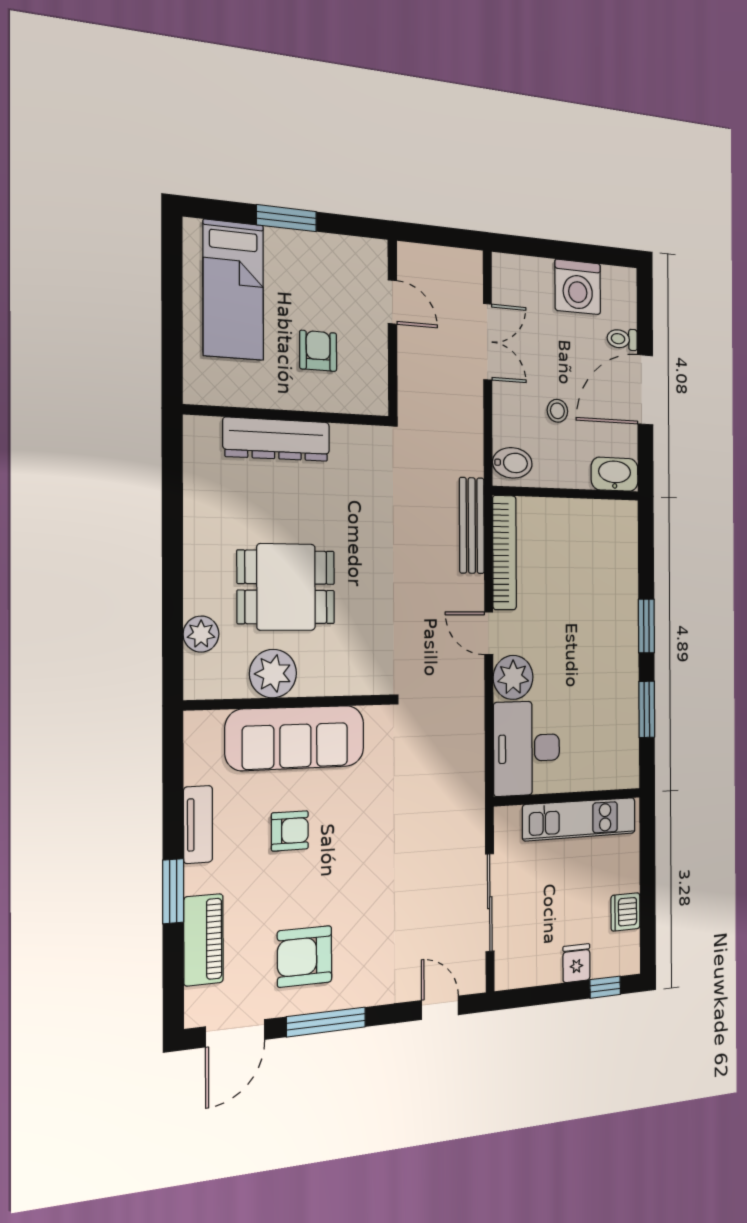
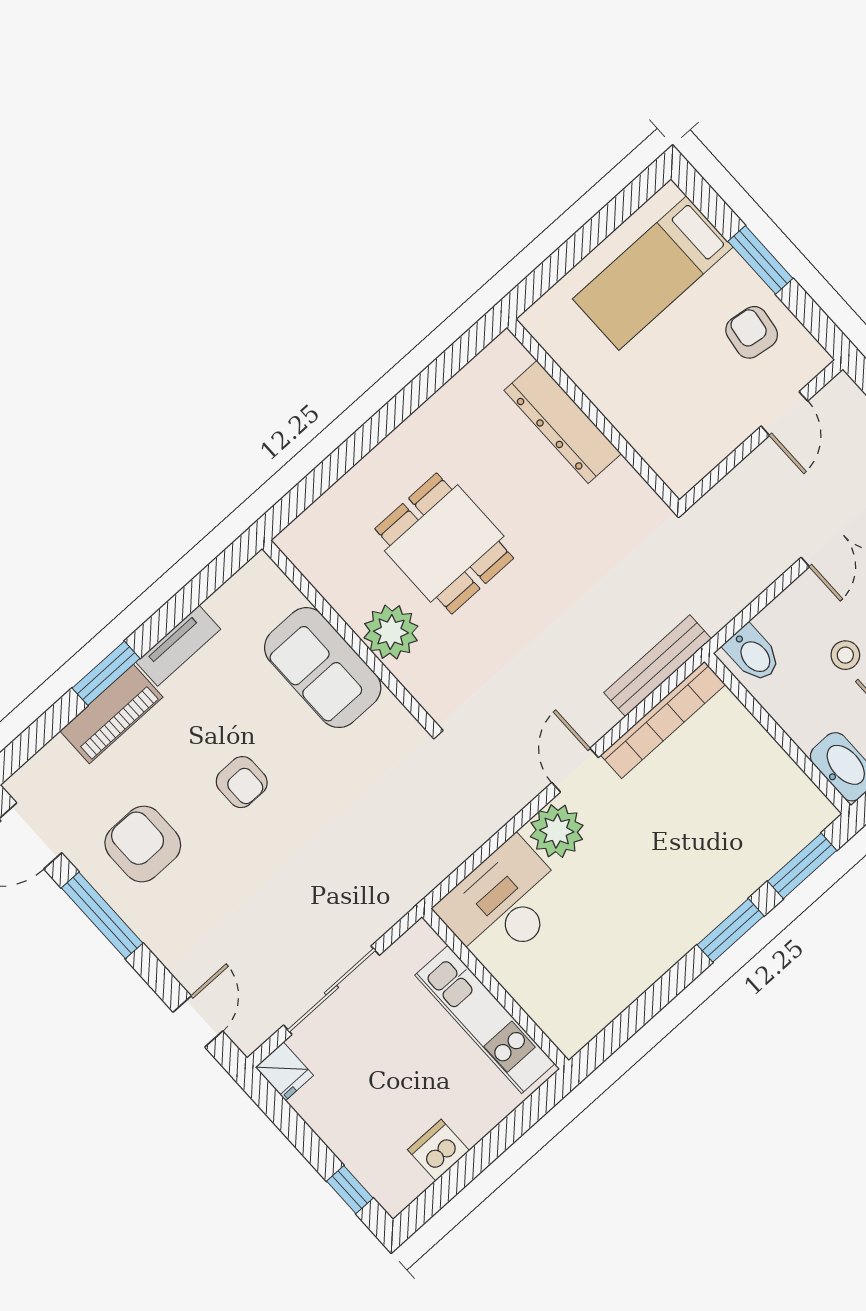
armchair: (318, 351) -> (752, 332), moved, turned -82
plant: (201, 634) -> (339, 506), removed
plant: (273, 674) -> (391, 632), moved
window: (647, 709) -> (802, 866), moved
sofa: (295, 738) -> (323, 668), width x0.73
armchair: (290, 831) -> (242, 782), moved
piano: (203, 940) -> (111, 714), moved
fridge: (576, 963) -> (284, 1071), moved, turned 90

